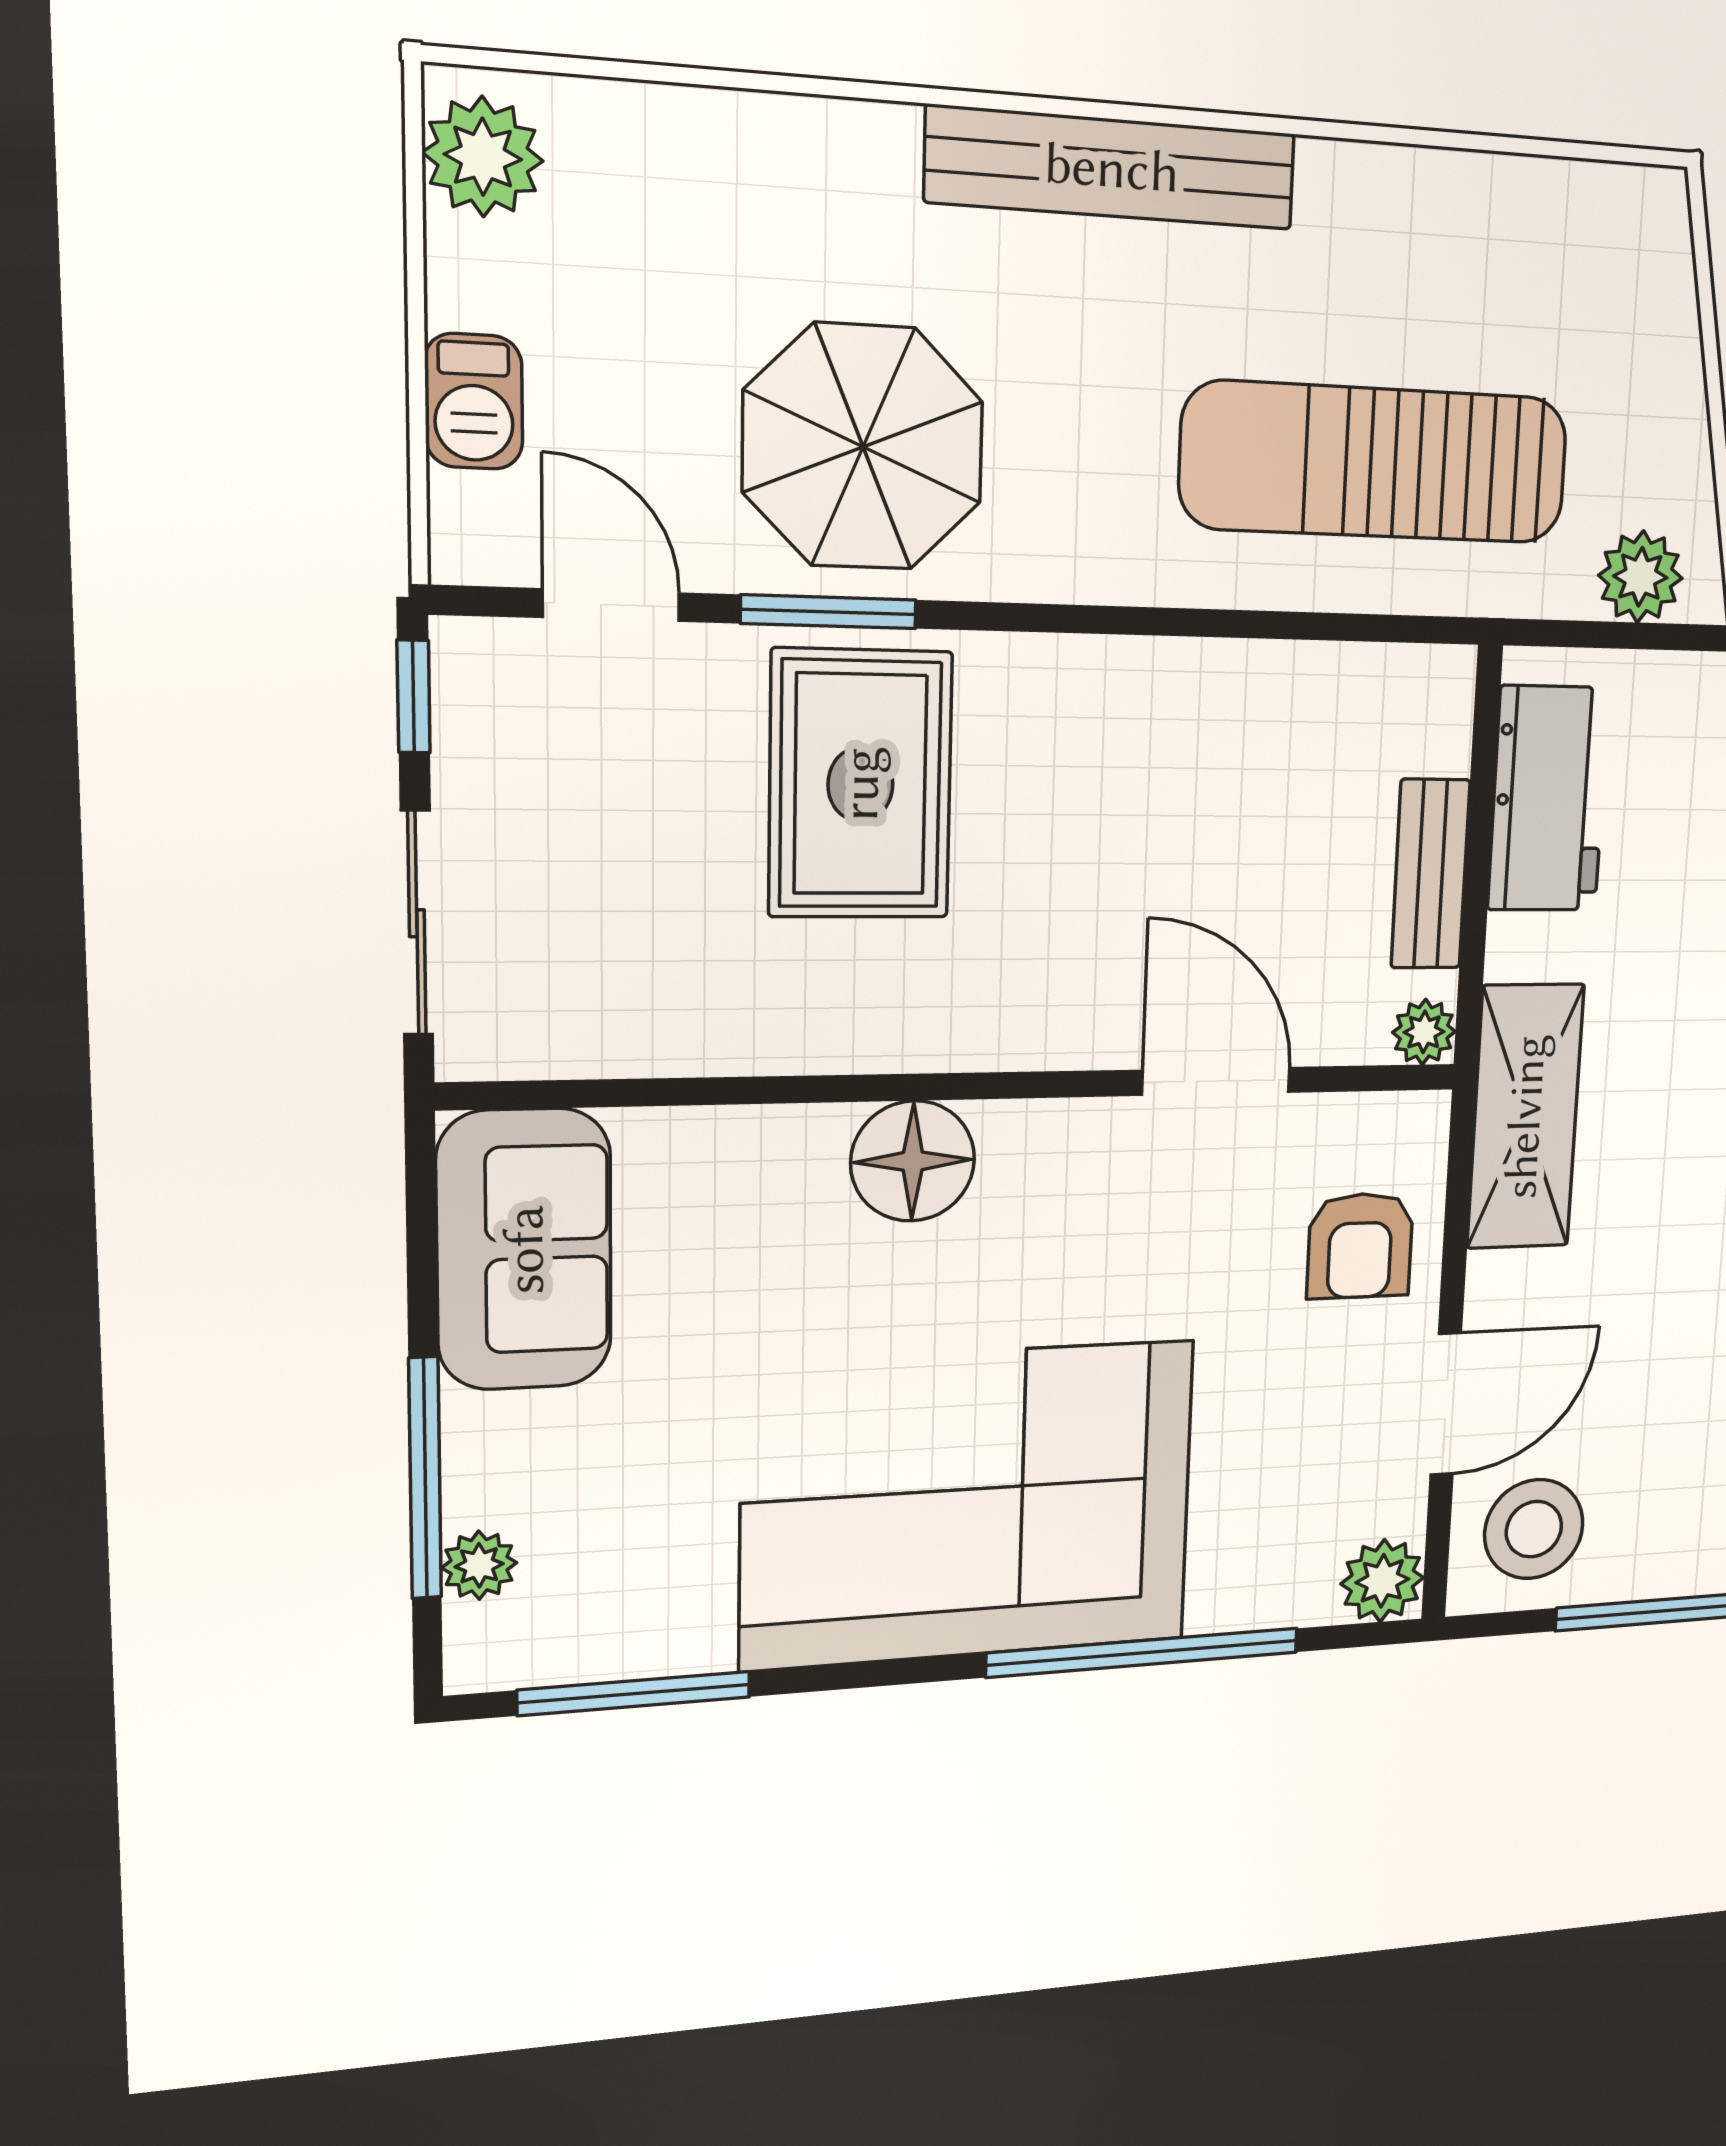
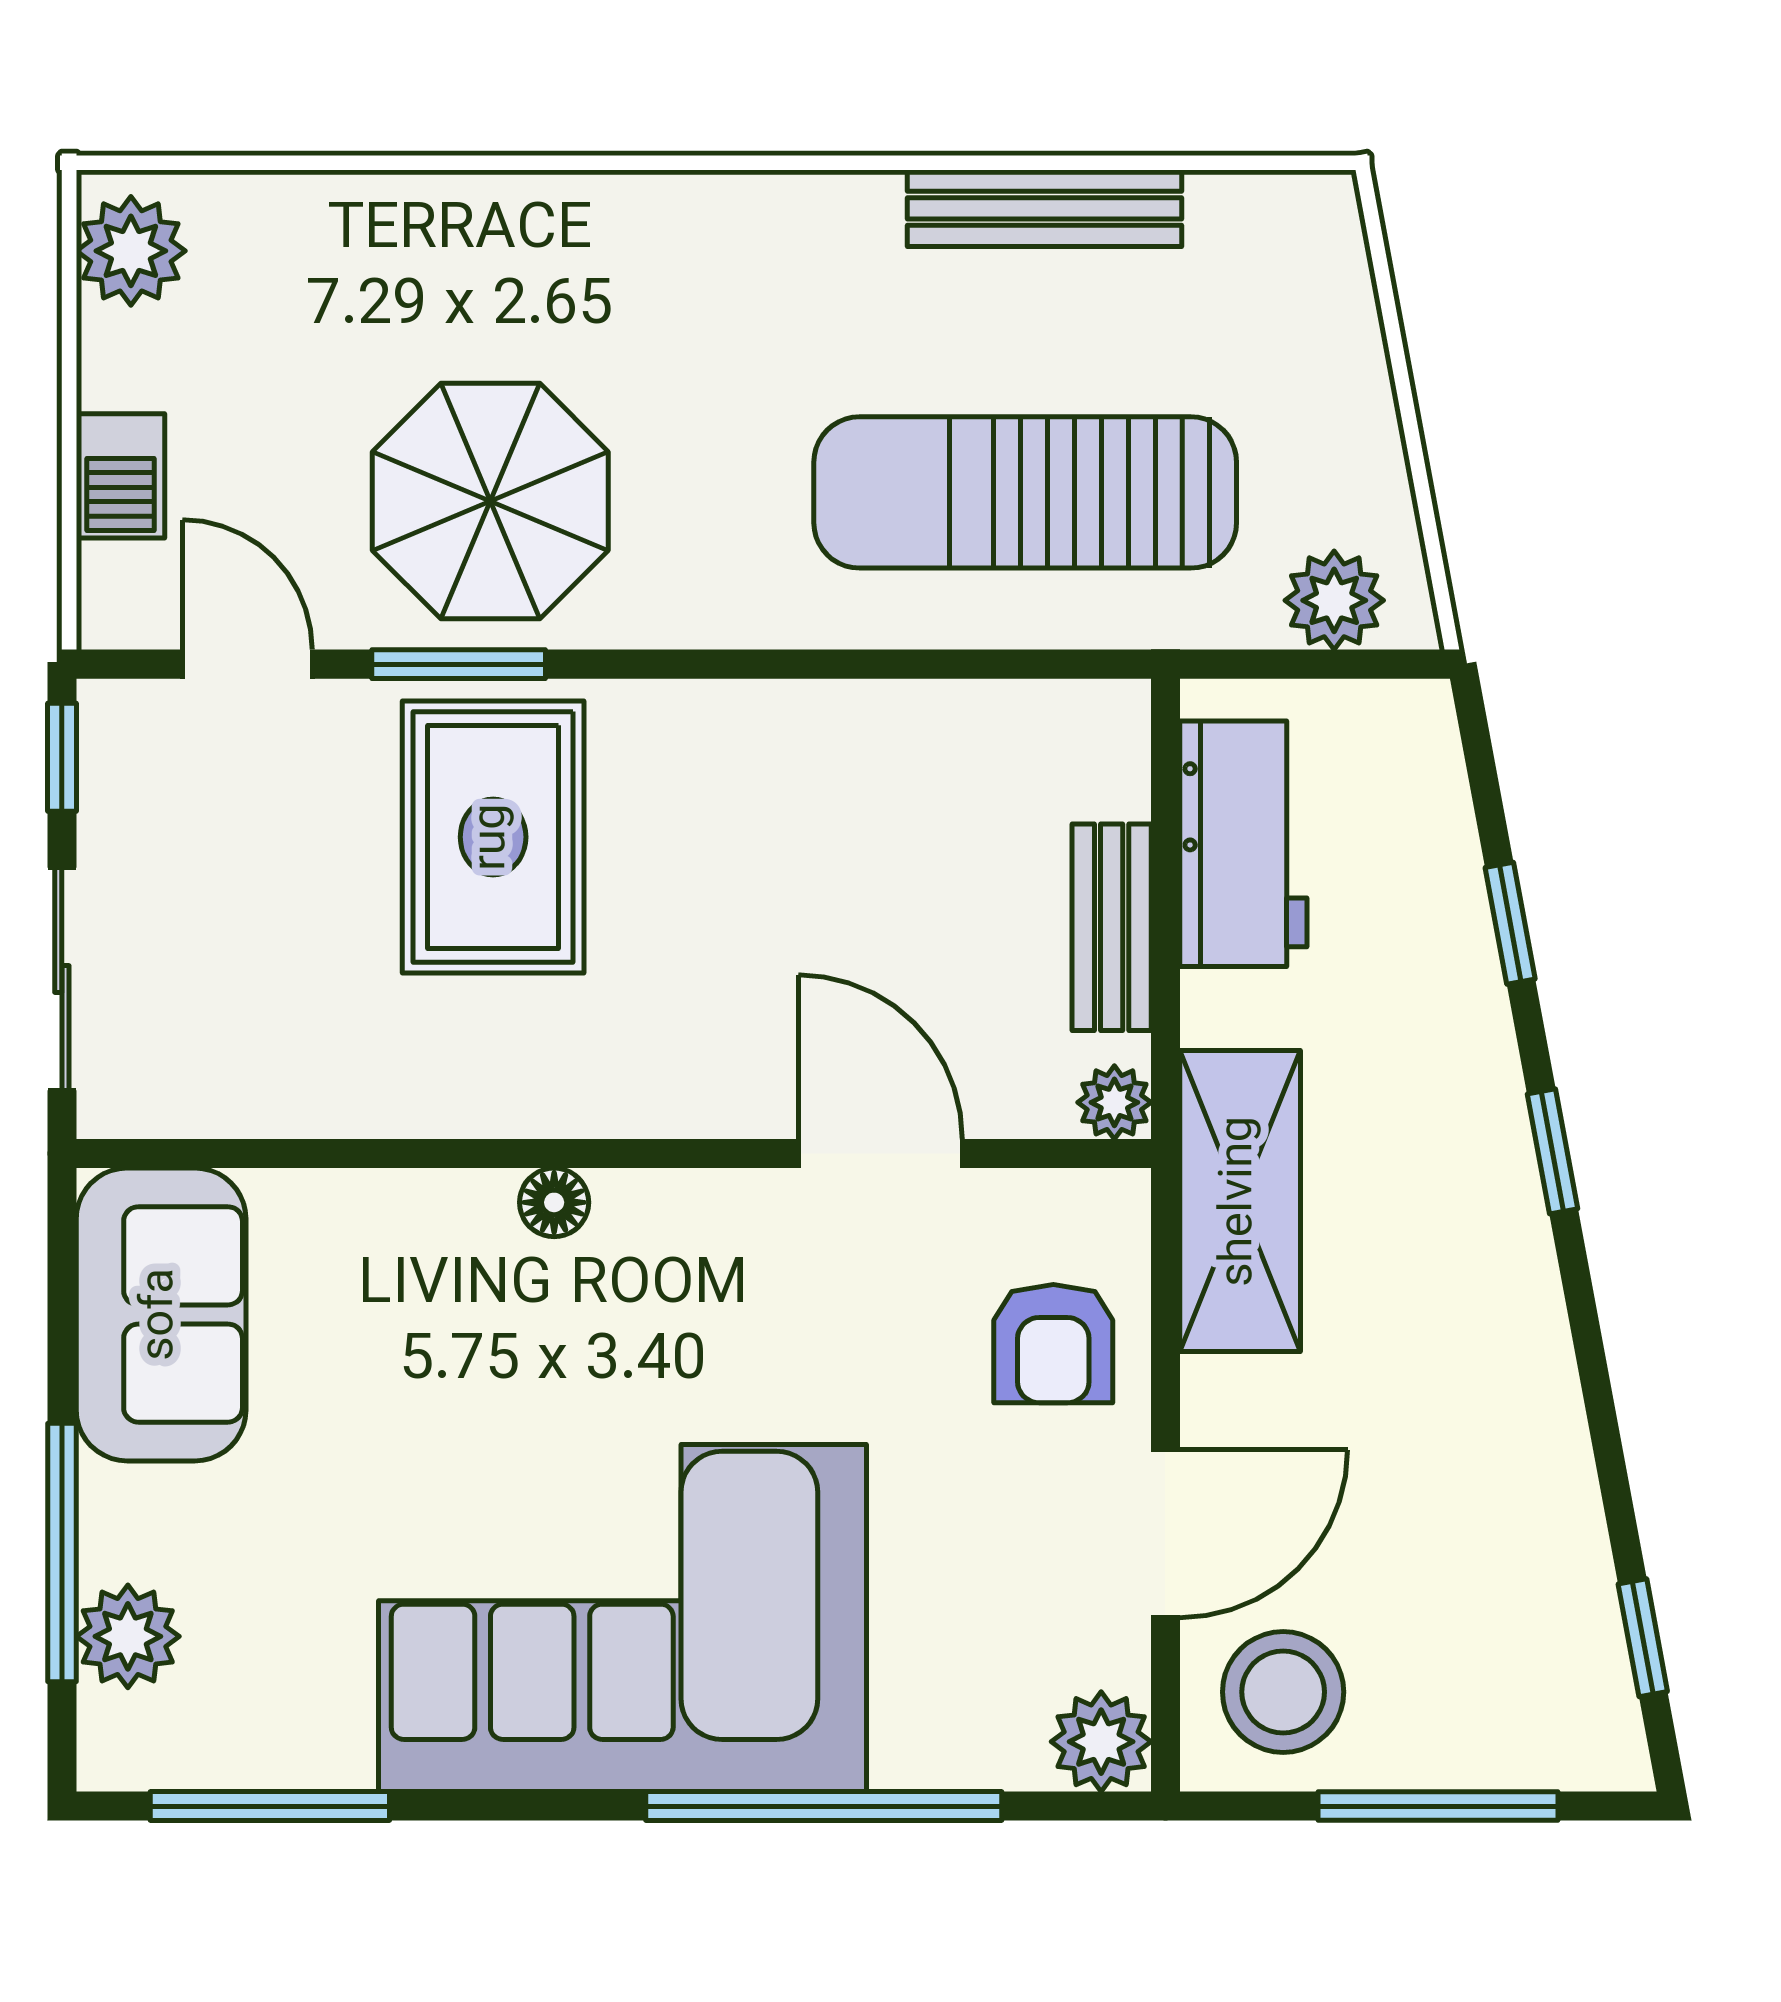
bench: (1112, 168) -> (1045, 208), moved, width x0.73, depth x0.82
floor lamp: (913, 1161) -> (554, 1202), width x0.53, depth x0.53
plant: (479, 1565) -> (128, 1636), width x1.38, depth x1.38

